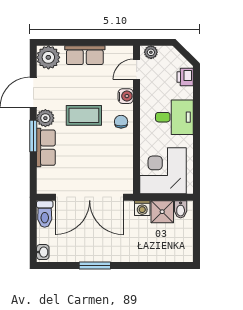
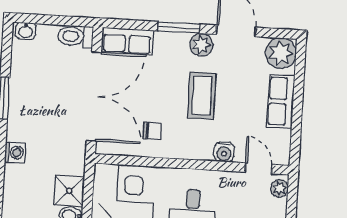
chair: (121, 122) -> (152, 131), moved
row of seats: (46, 148) -> (127, 41), moved
double door: (90, 197) -> (94, 96), swing flipped
washing machine: (142, 208) -> (15, 153), moved, turned 180

